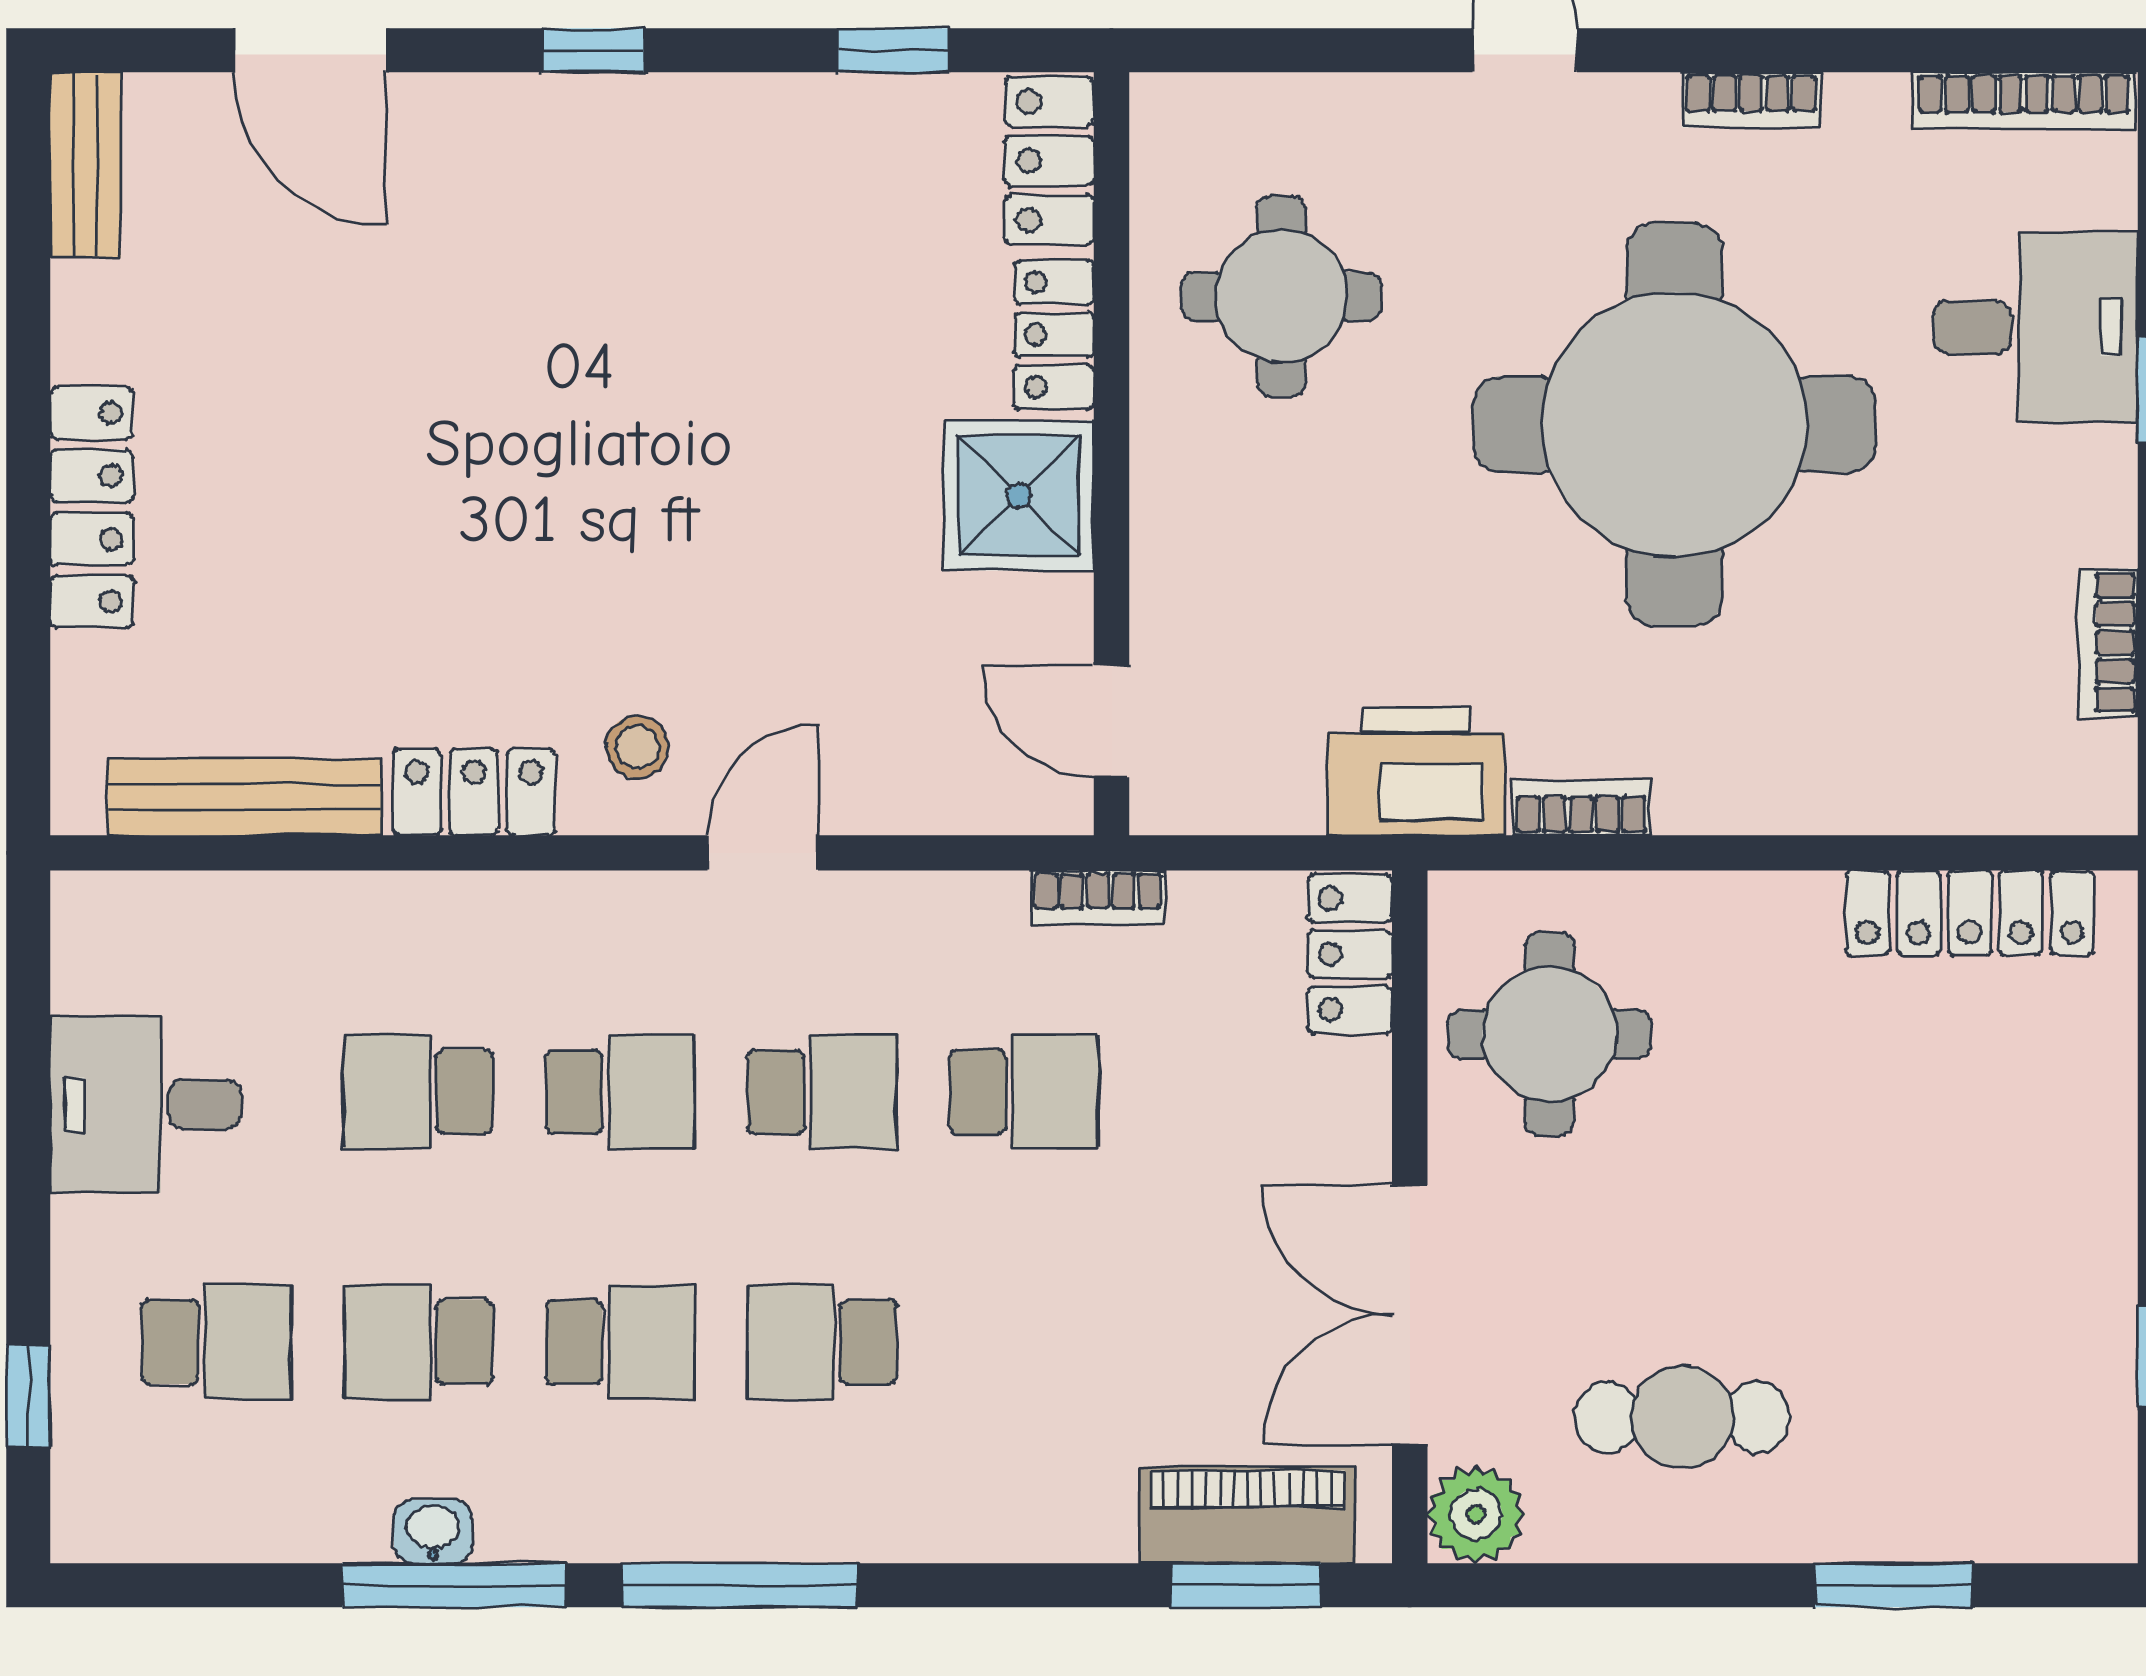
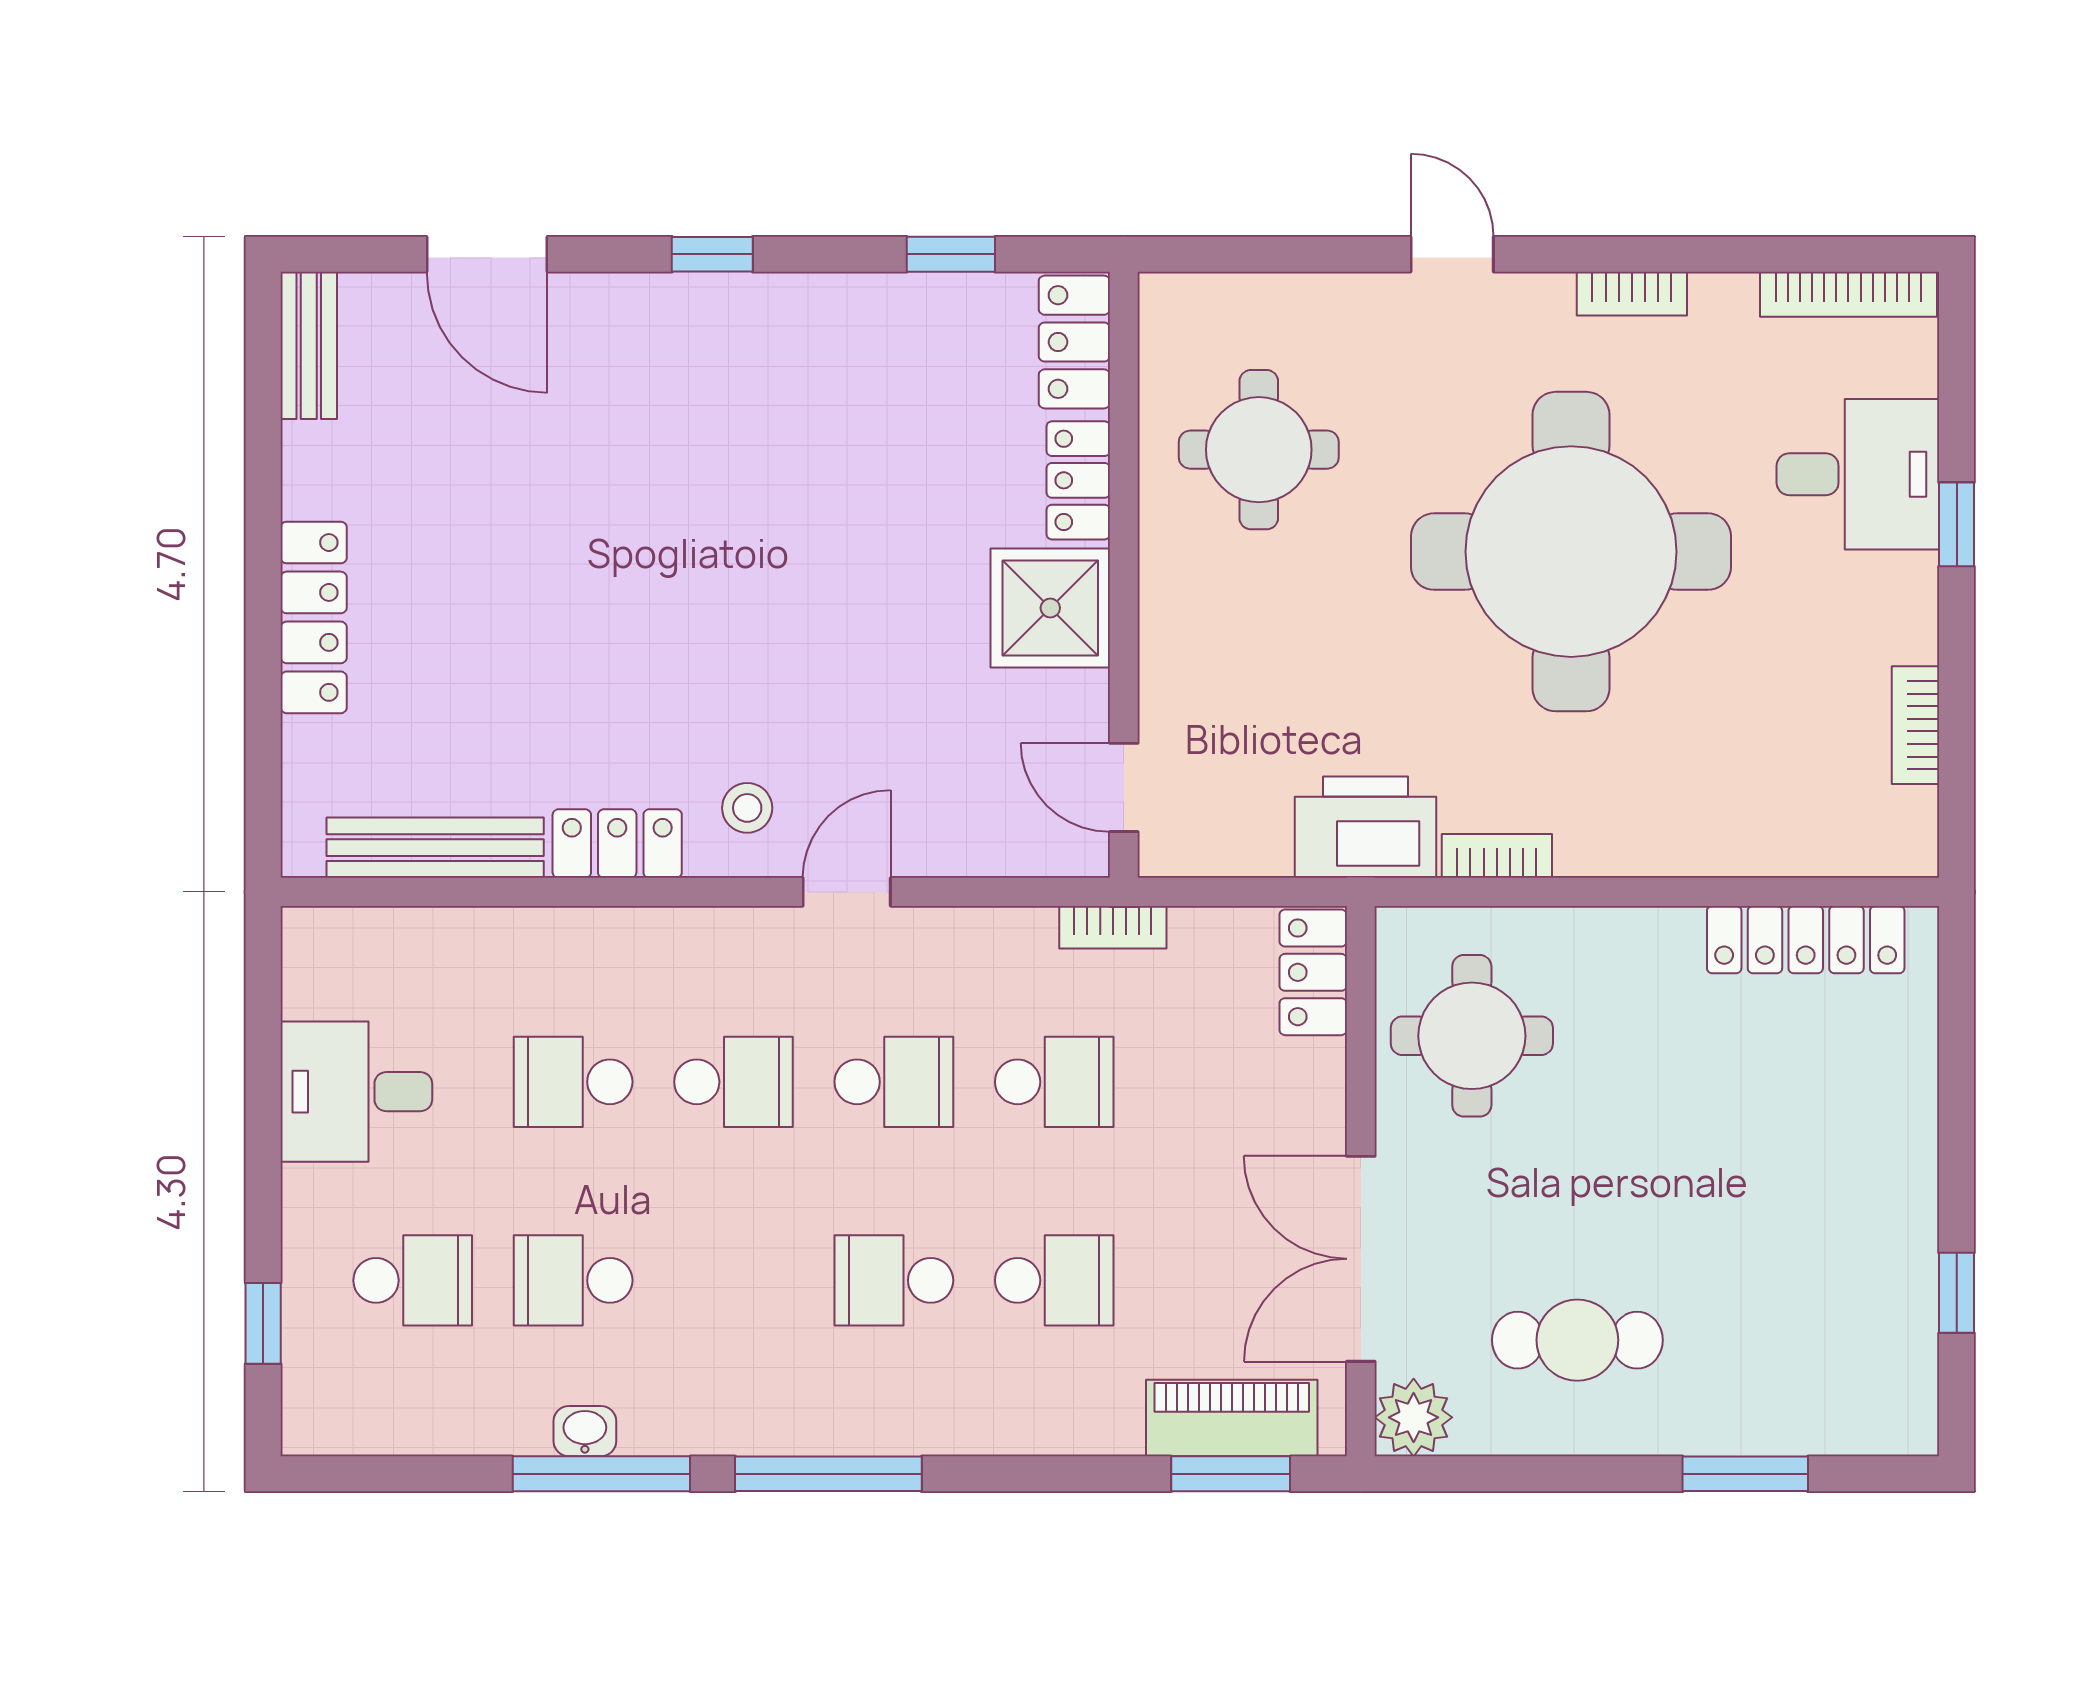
school desk: (620, 1342) -> (1054, 1280), moved

